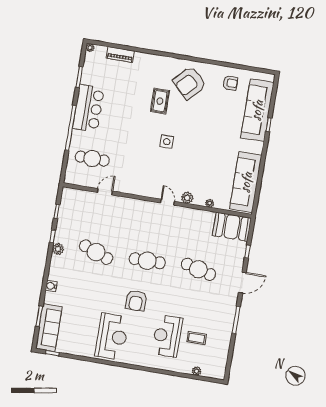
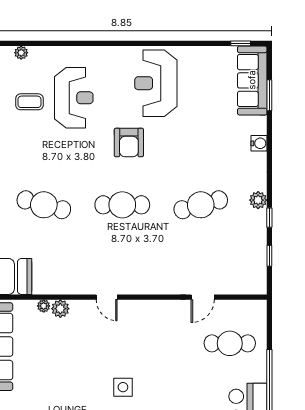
plant: (187, 198) -> (60, 309), moved
cafe table: (96, 252) -> (201, 205), turned -36
armchair: (136, 301) -> (129, 142), turned 180

